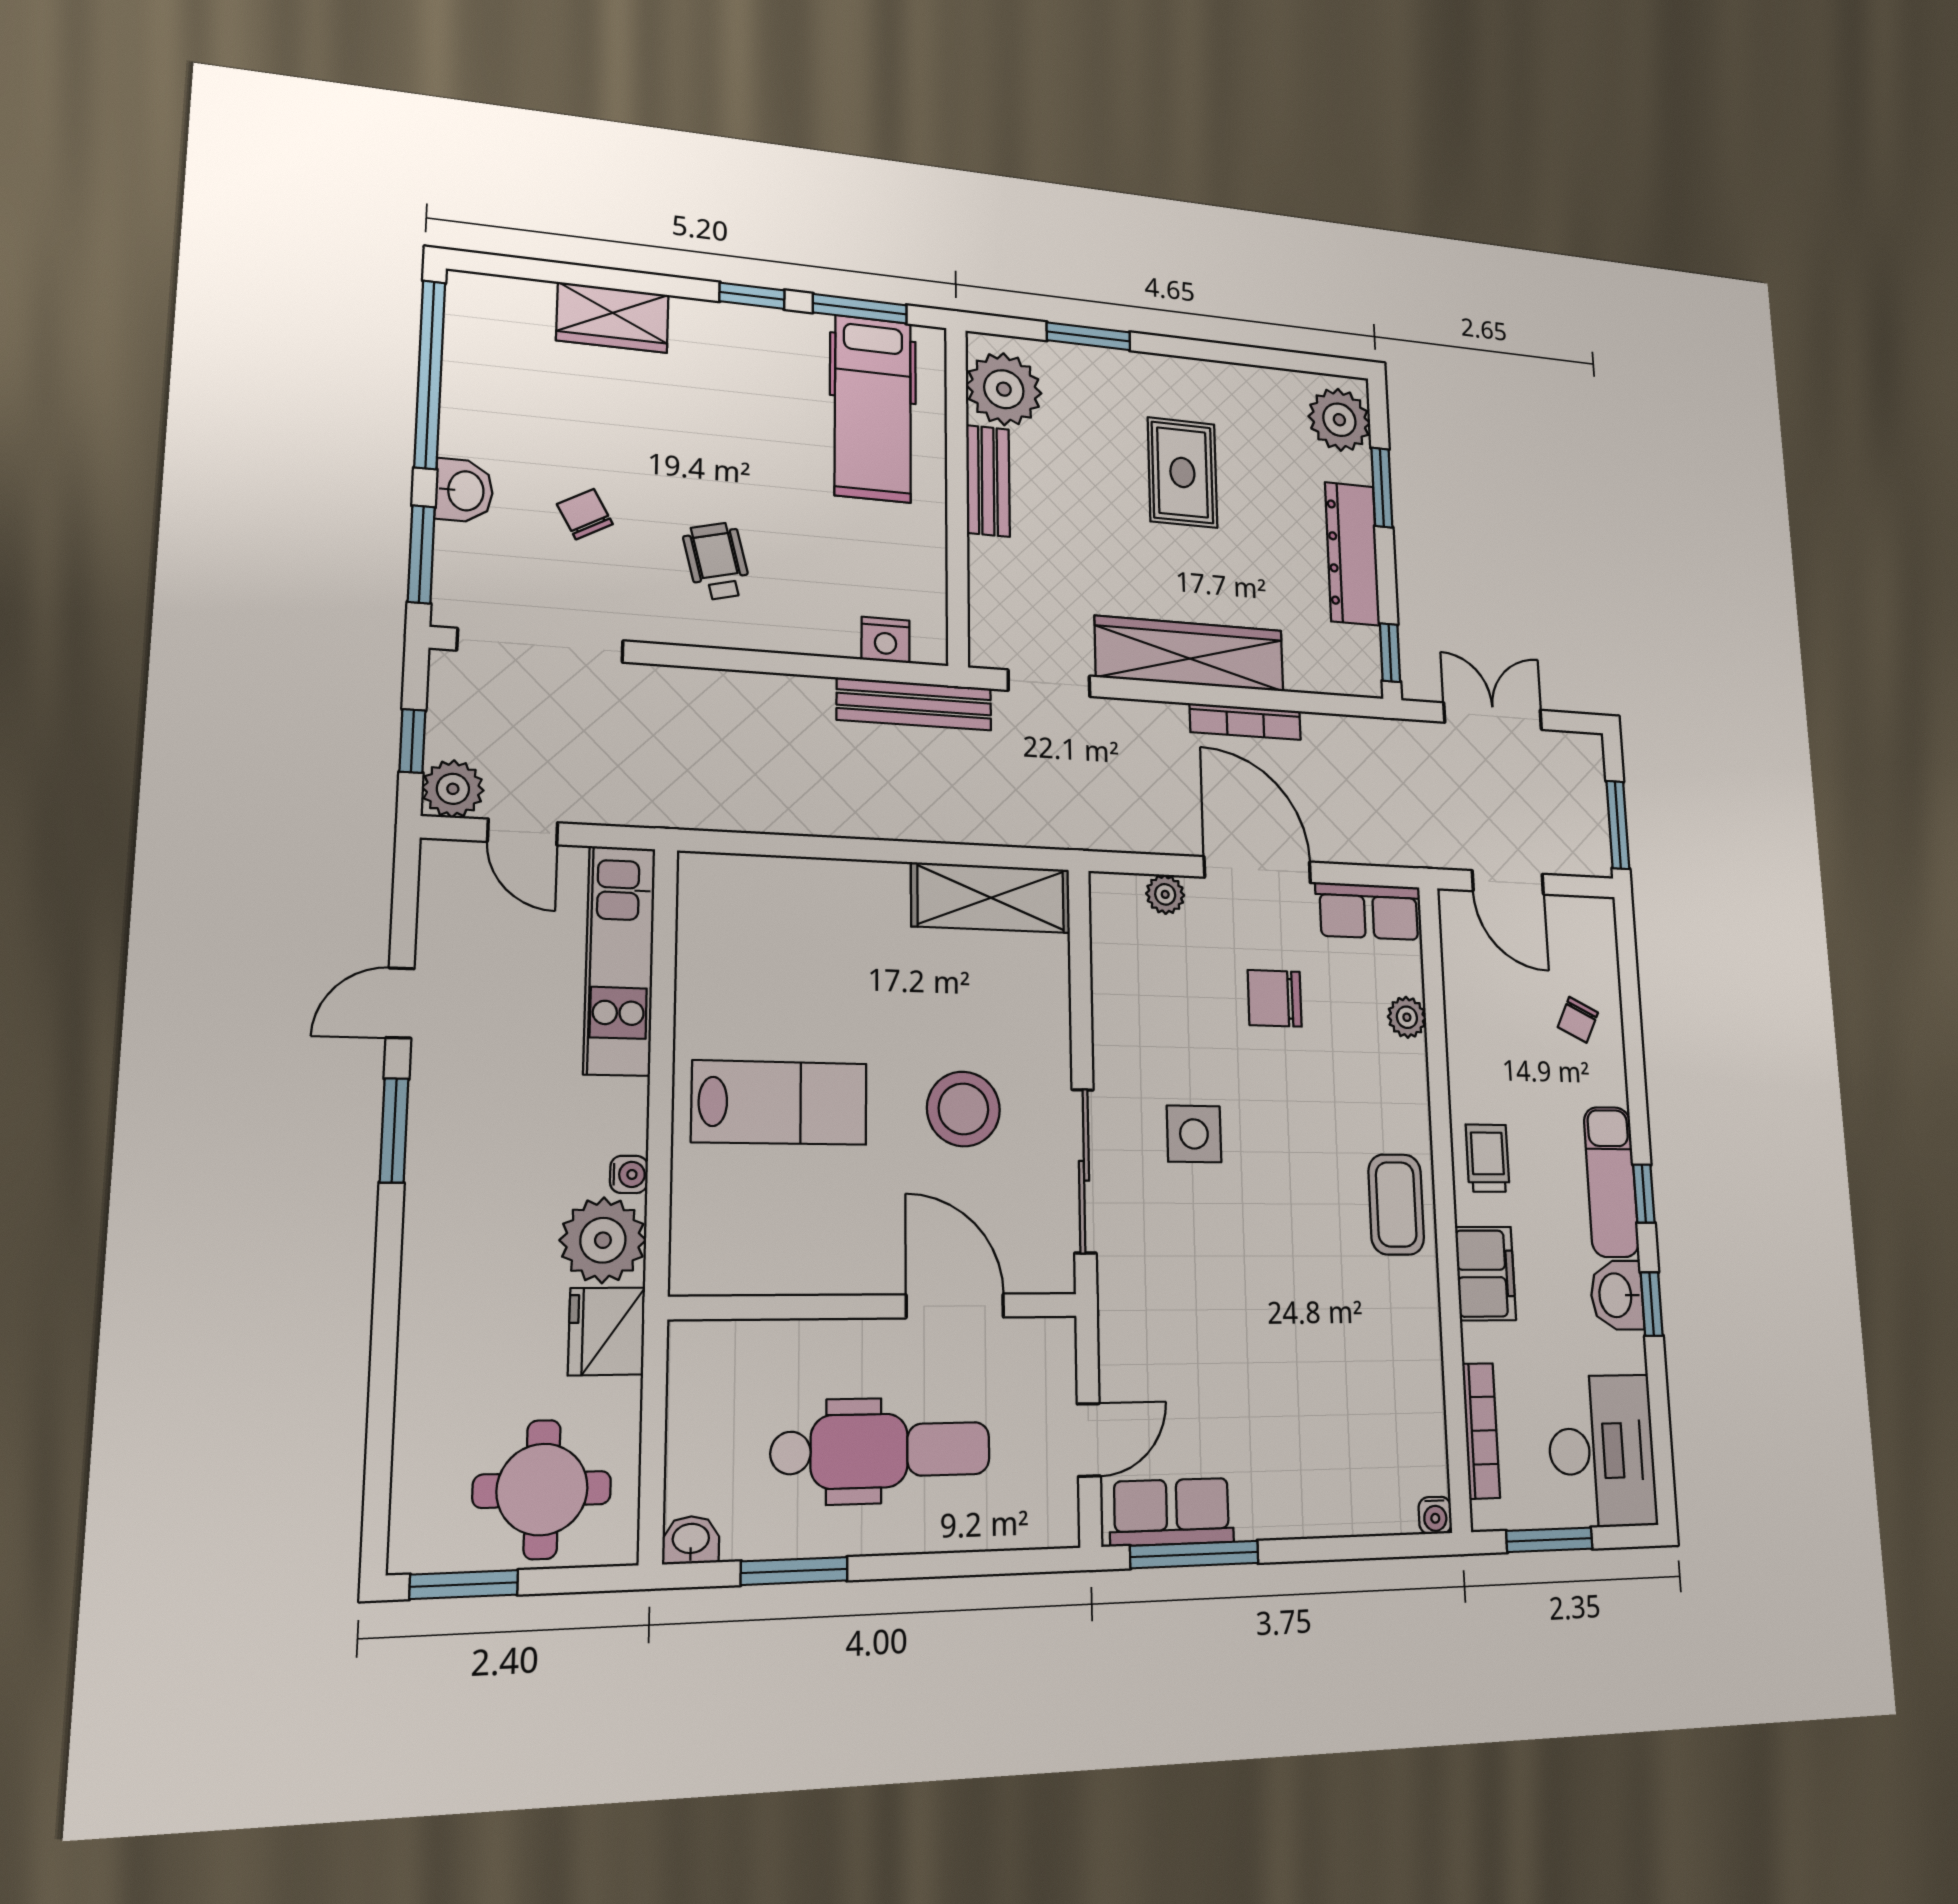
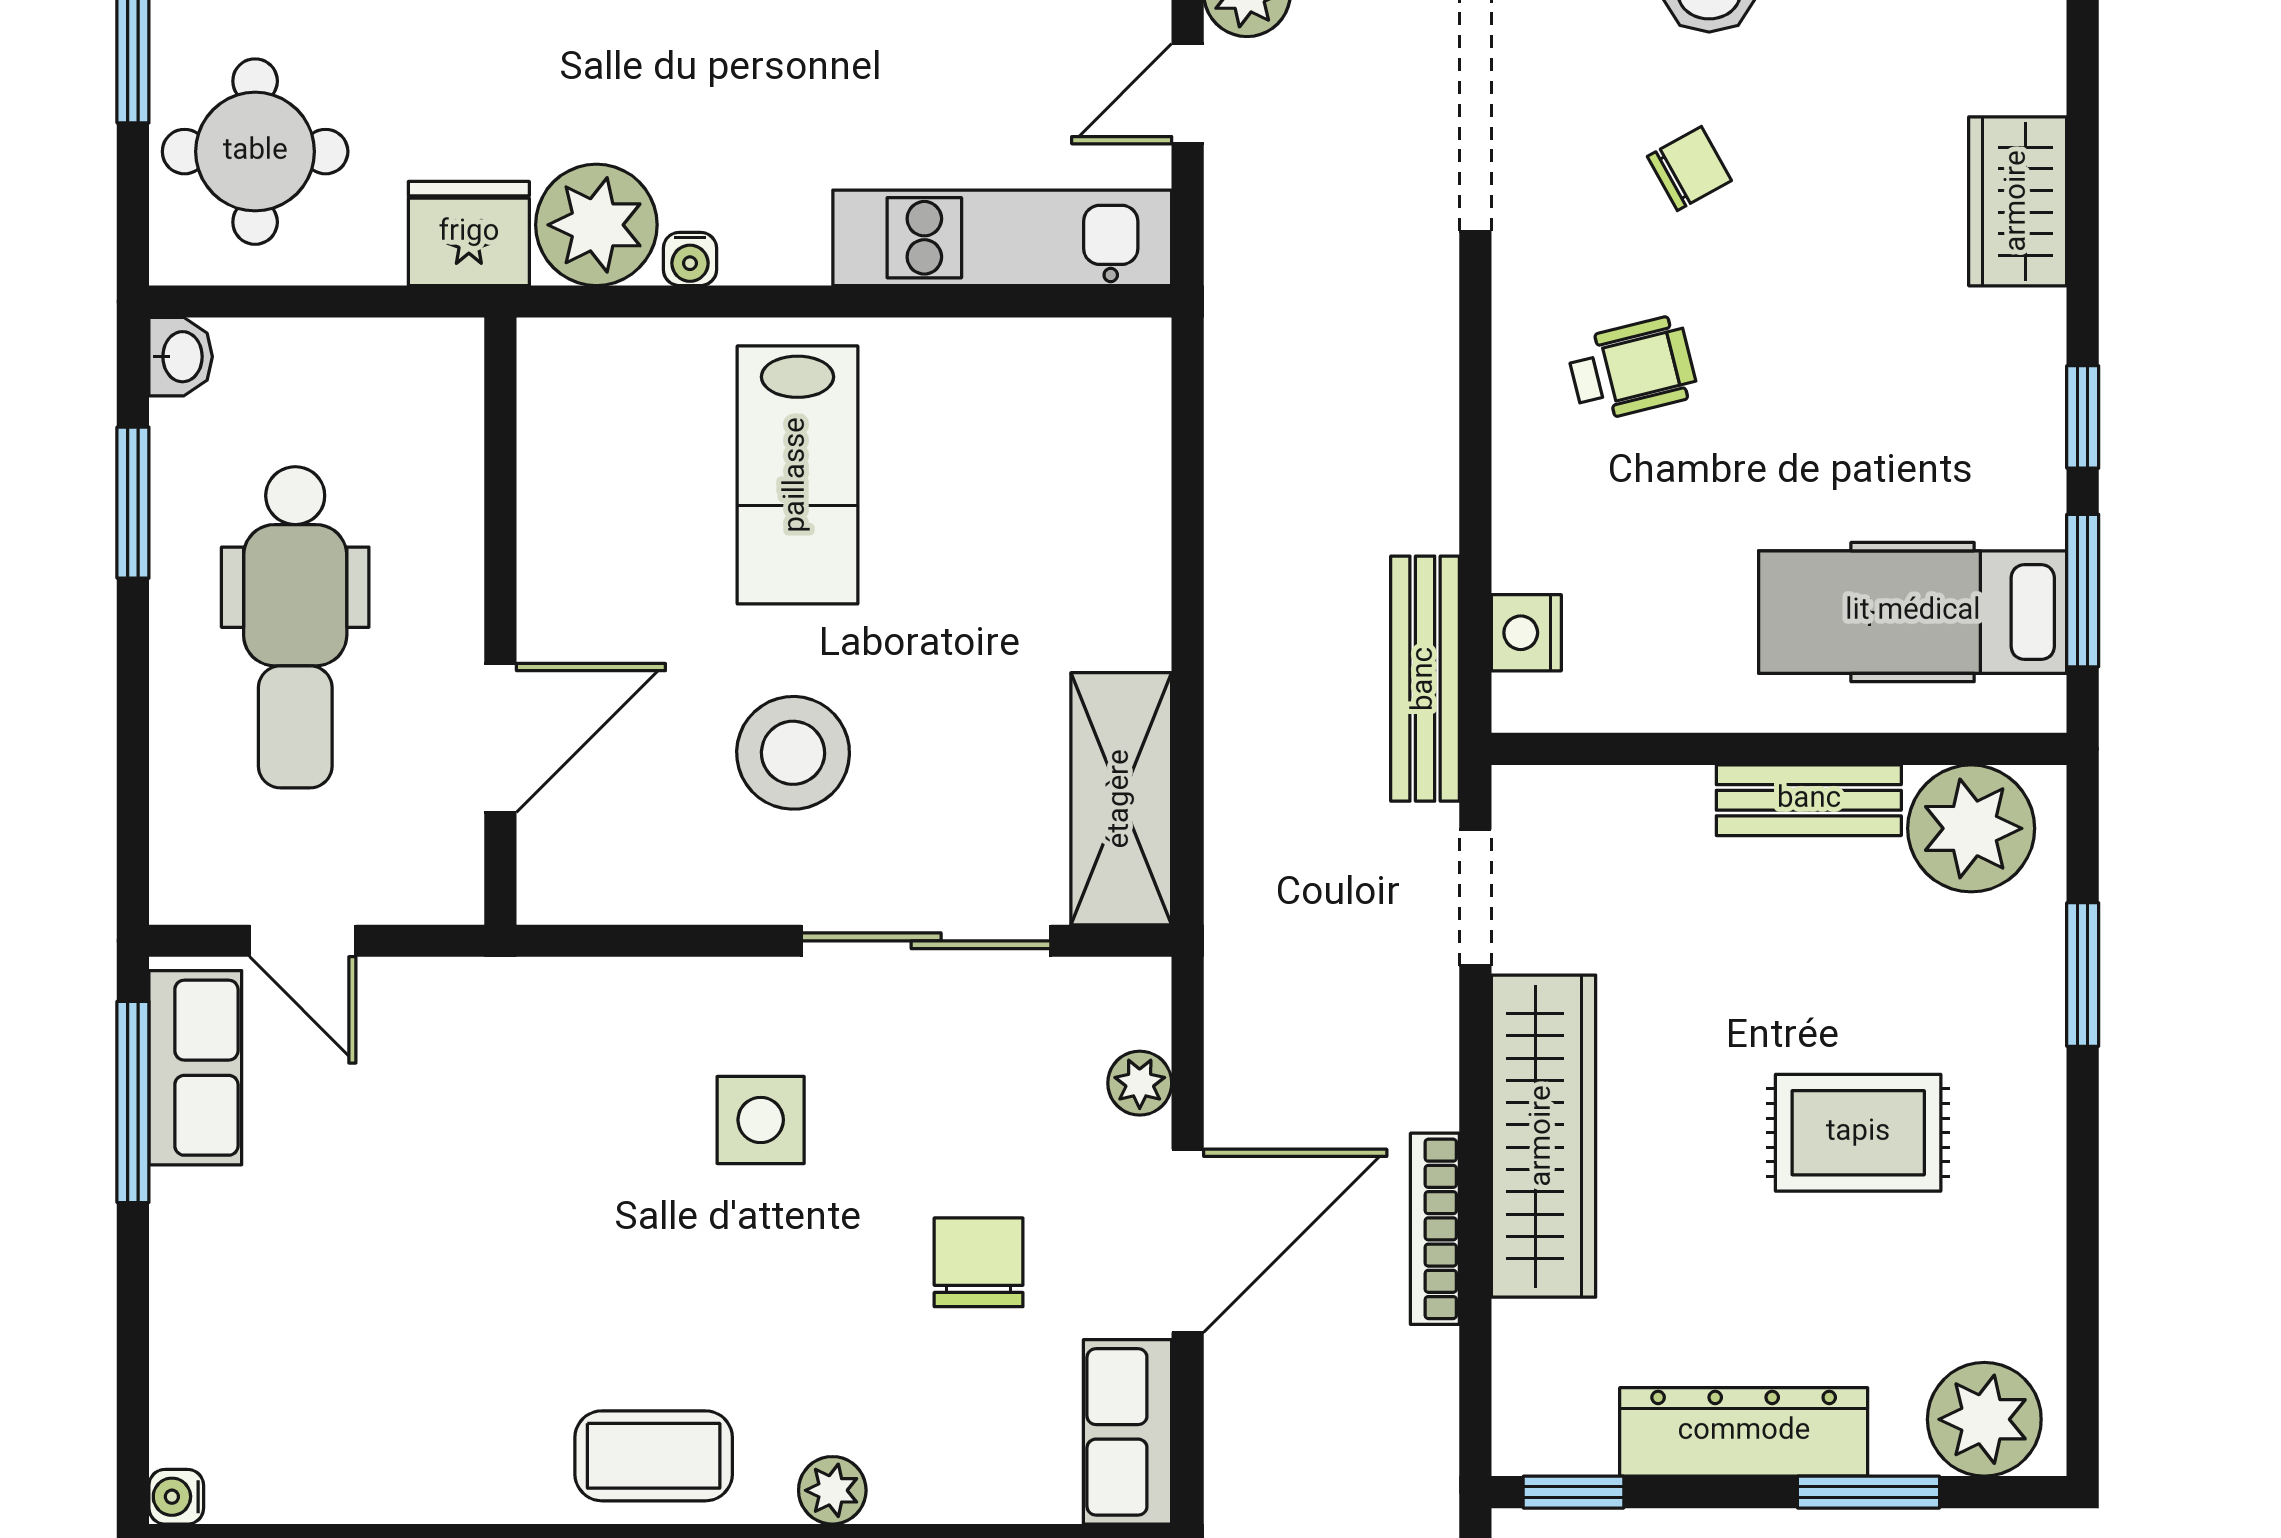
plant: (1407, 1017) -> (832, 1490), moved
sliding door: (1084, 1171) -> (926, 941), moved

